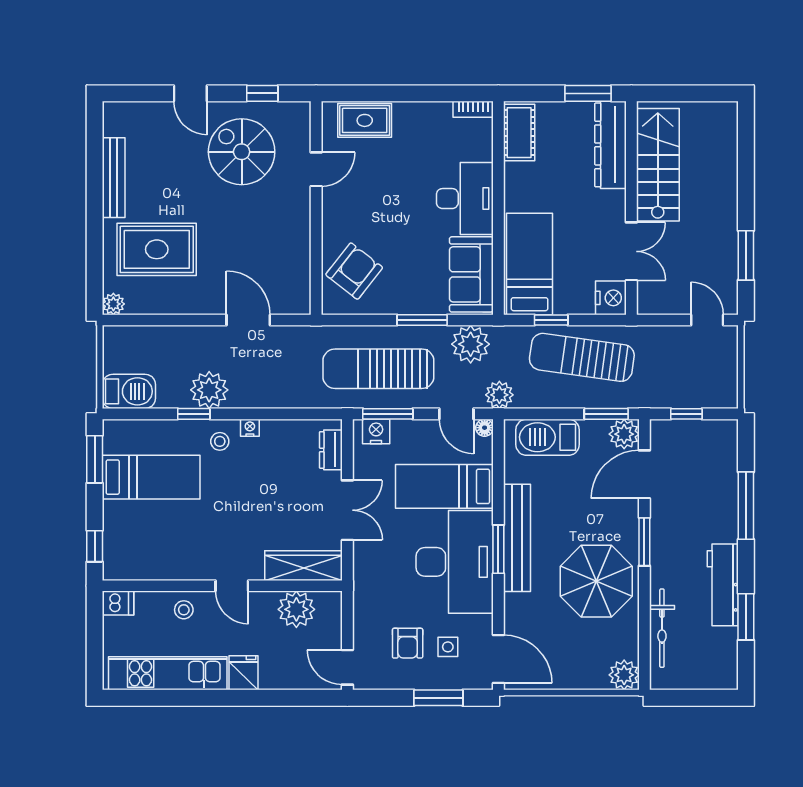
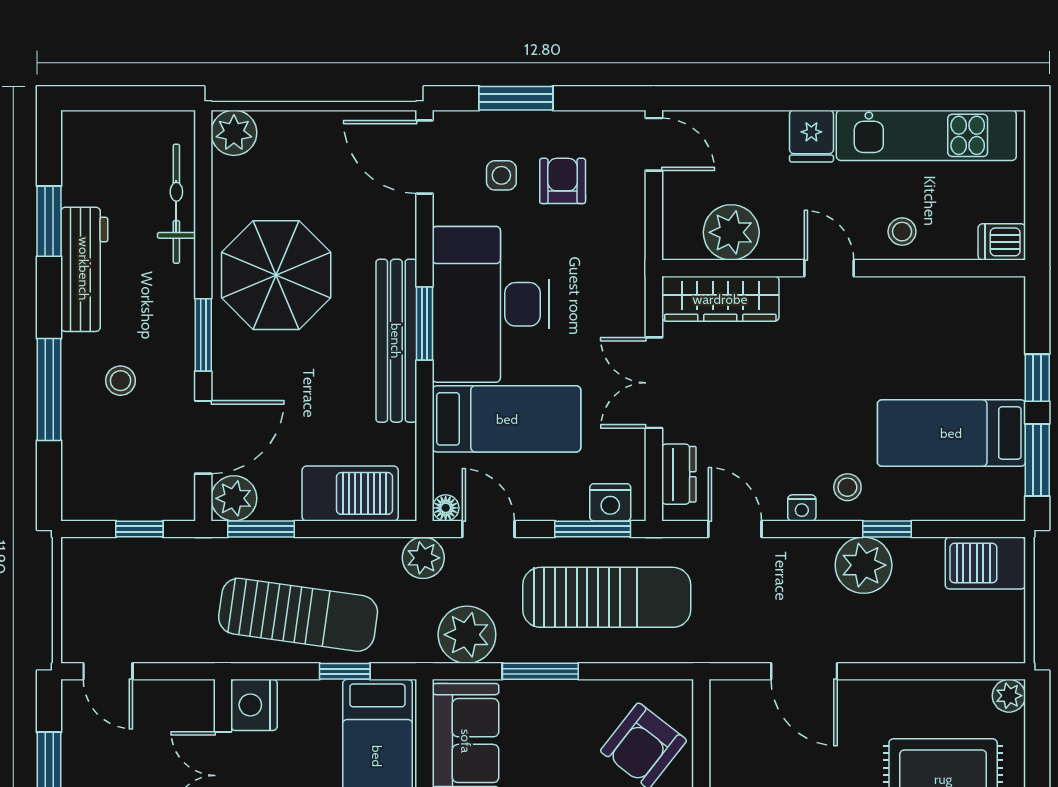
door: (294, 414) -> (735, 529), added
stool: (699, 512) -> (121, 381), added
window: (95, 546) -> (1037, 378), moved

